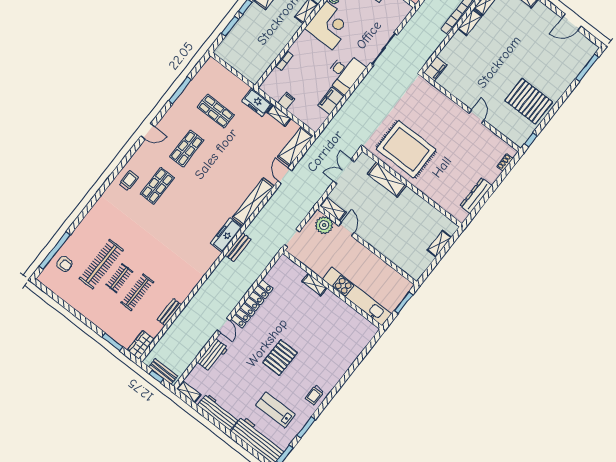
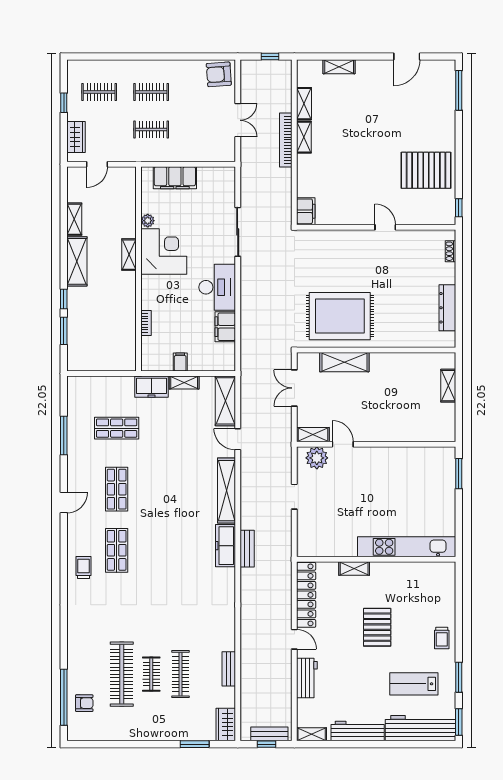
shelving: (314, 285) -> (354, 568), moved
wall: (332, 290) -> (376, 559), moved
kitchen unit: (357, 296) -> (407, 547), moved

